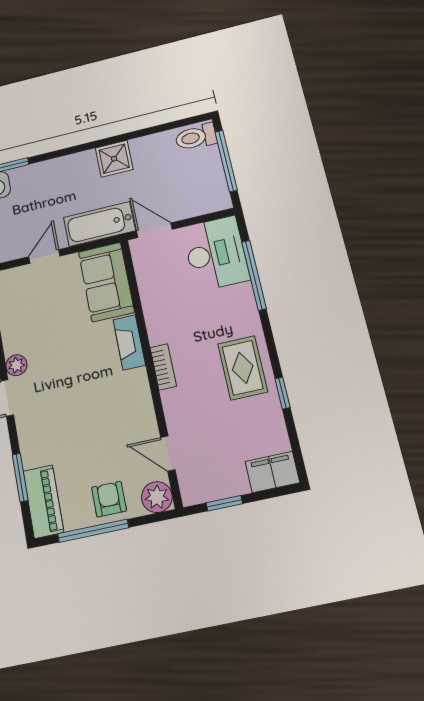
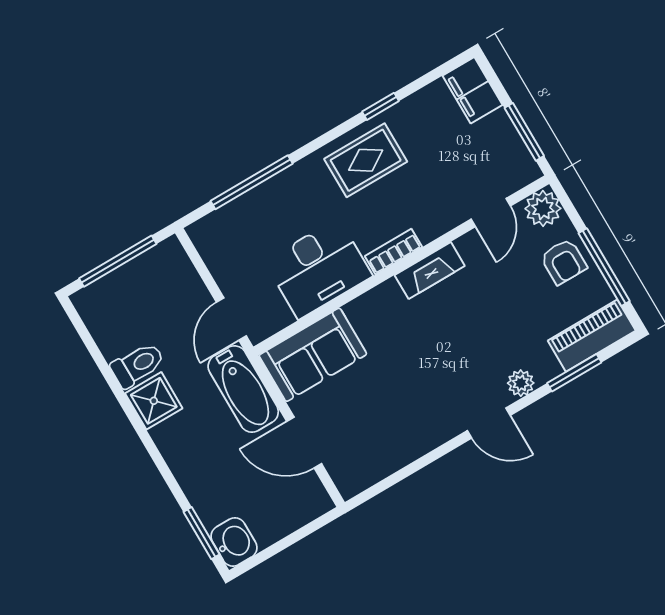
toilet: (196, 137) -> (138, 365), moved, turned -90
desk: (216, 254) -> (318, 269), moved, turned 180
door: (44, 256) -> (304, 443), width x1.38
fireplace: (129, 342) -> (430, 270), moved
plant: (16, 365) -> (521, 383), moved
armchair: (109, 499) -> (563, 262), turned -90
window: (224, 503) -> (524, 132), width x1.50

